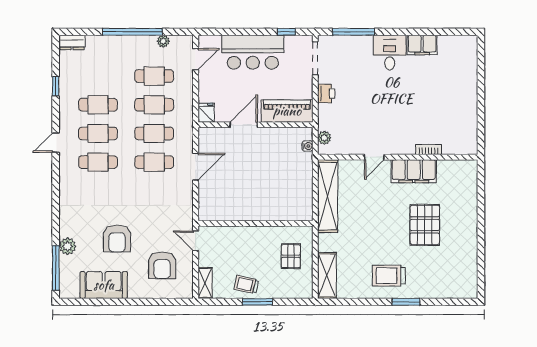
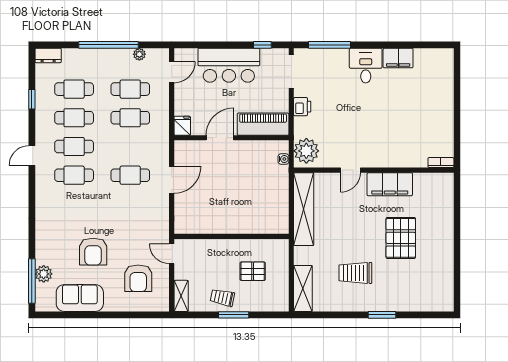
cafe table: (154, 133) -> (74, 89), moved
plant: (324, 138) -> (306, 151), width x1.88, depth x1.88
bookcase: (429, 150) -> (441, 163), moved
plant: (68, 246) -> (44, 274), moved
pallet: (291, 256) -> (253, 271), moved, turned 90
trolley: (389, 276) -> (355, 273), moved

